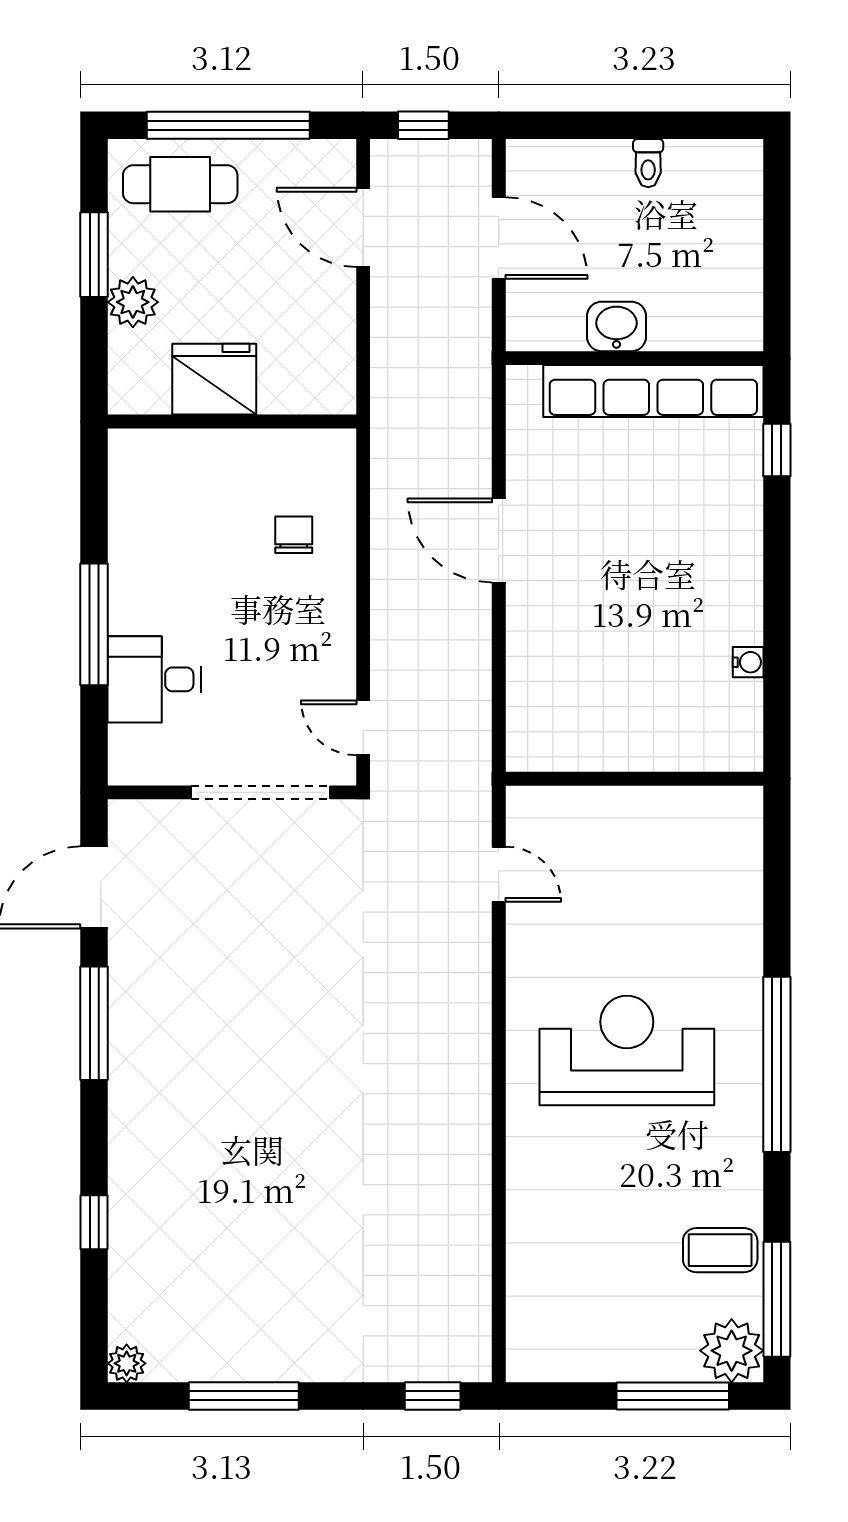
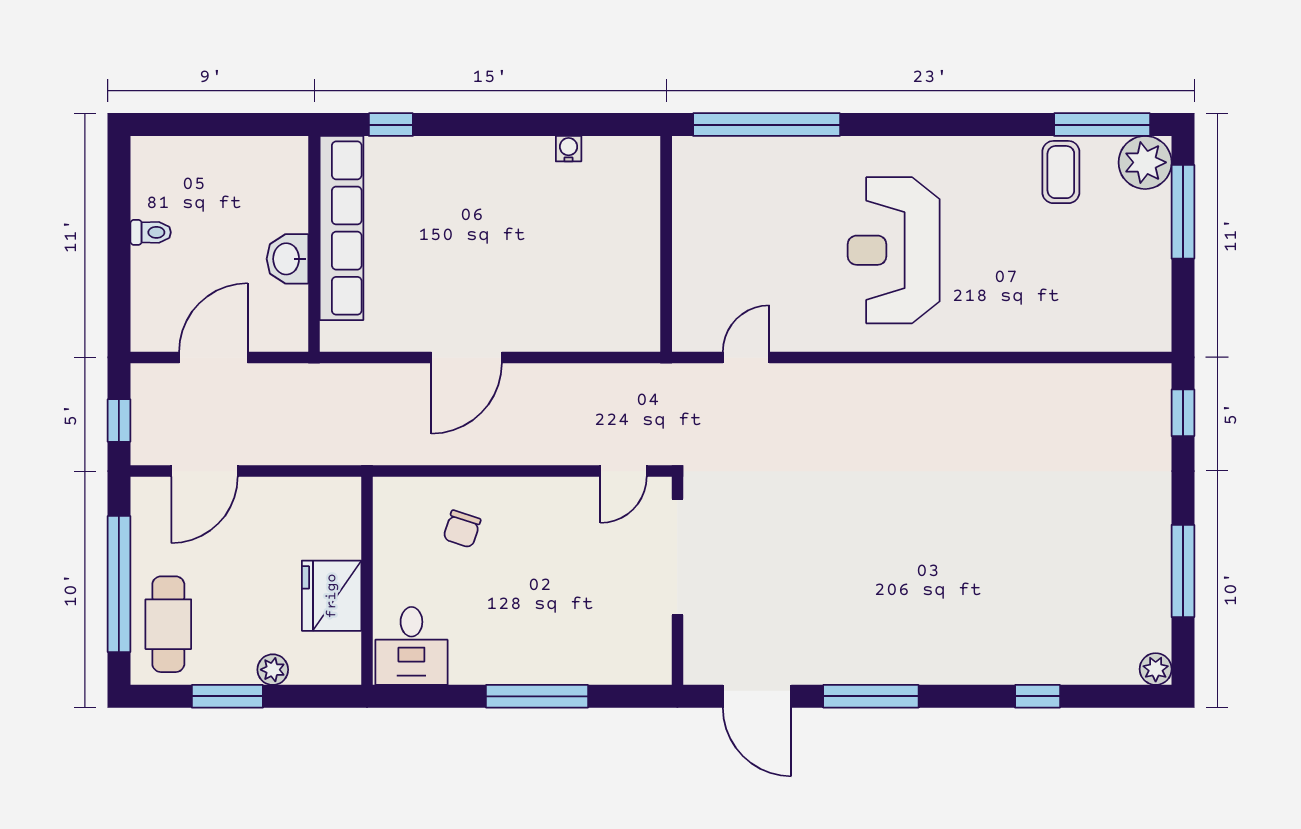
plant: (133, 302) -> (273, 670), width x0.73, depth x0.73
chair: (294, 535) -> (462, 529), turned -72
desk: (154, 679) -> (411, 646), moved
window: (777, 1064) -> (767, 125), moved

